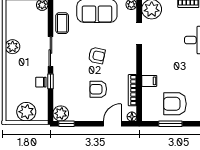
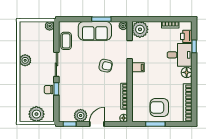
armchair: (97, 55) -> (106, 66), moved
filing cabinet: (149, 81) -> (138, 67), moved
armchair: (98, 89) -> (96, 95), removed
plant: (61, 113) -> (81, 115), moved
door: (112, 124) -> (97, 124), moved

